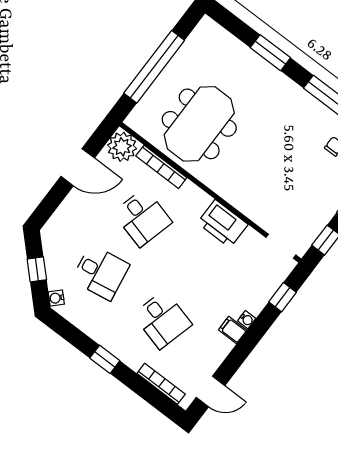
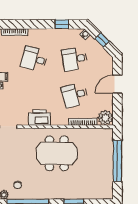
meeting table: (199, 124) -> (57, 153), moved, turned 90
door: (78, 167) -> (117, 84), moved
desk: (143, 217) -> (75, 95), turned -30
window: (105, 359) -> (62, 24), moved

